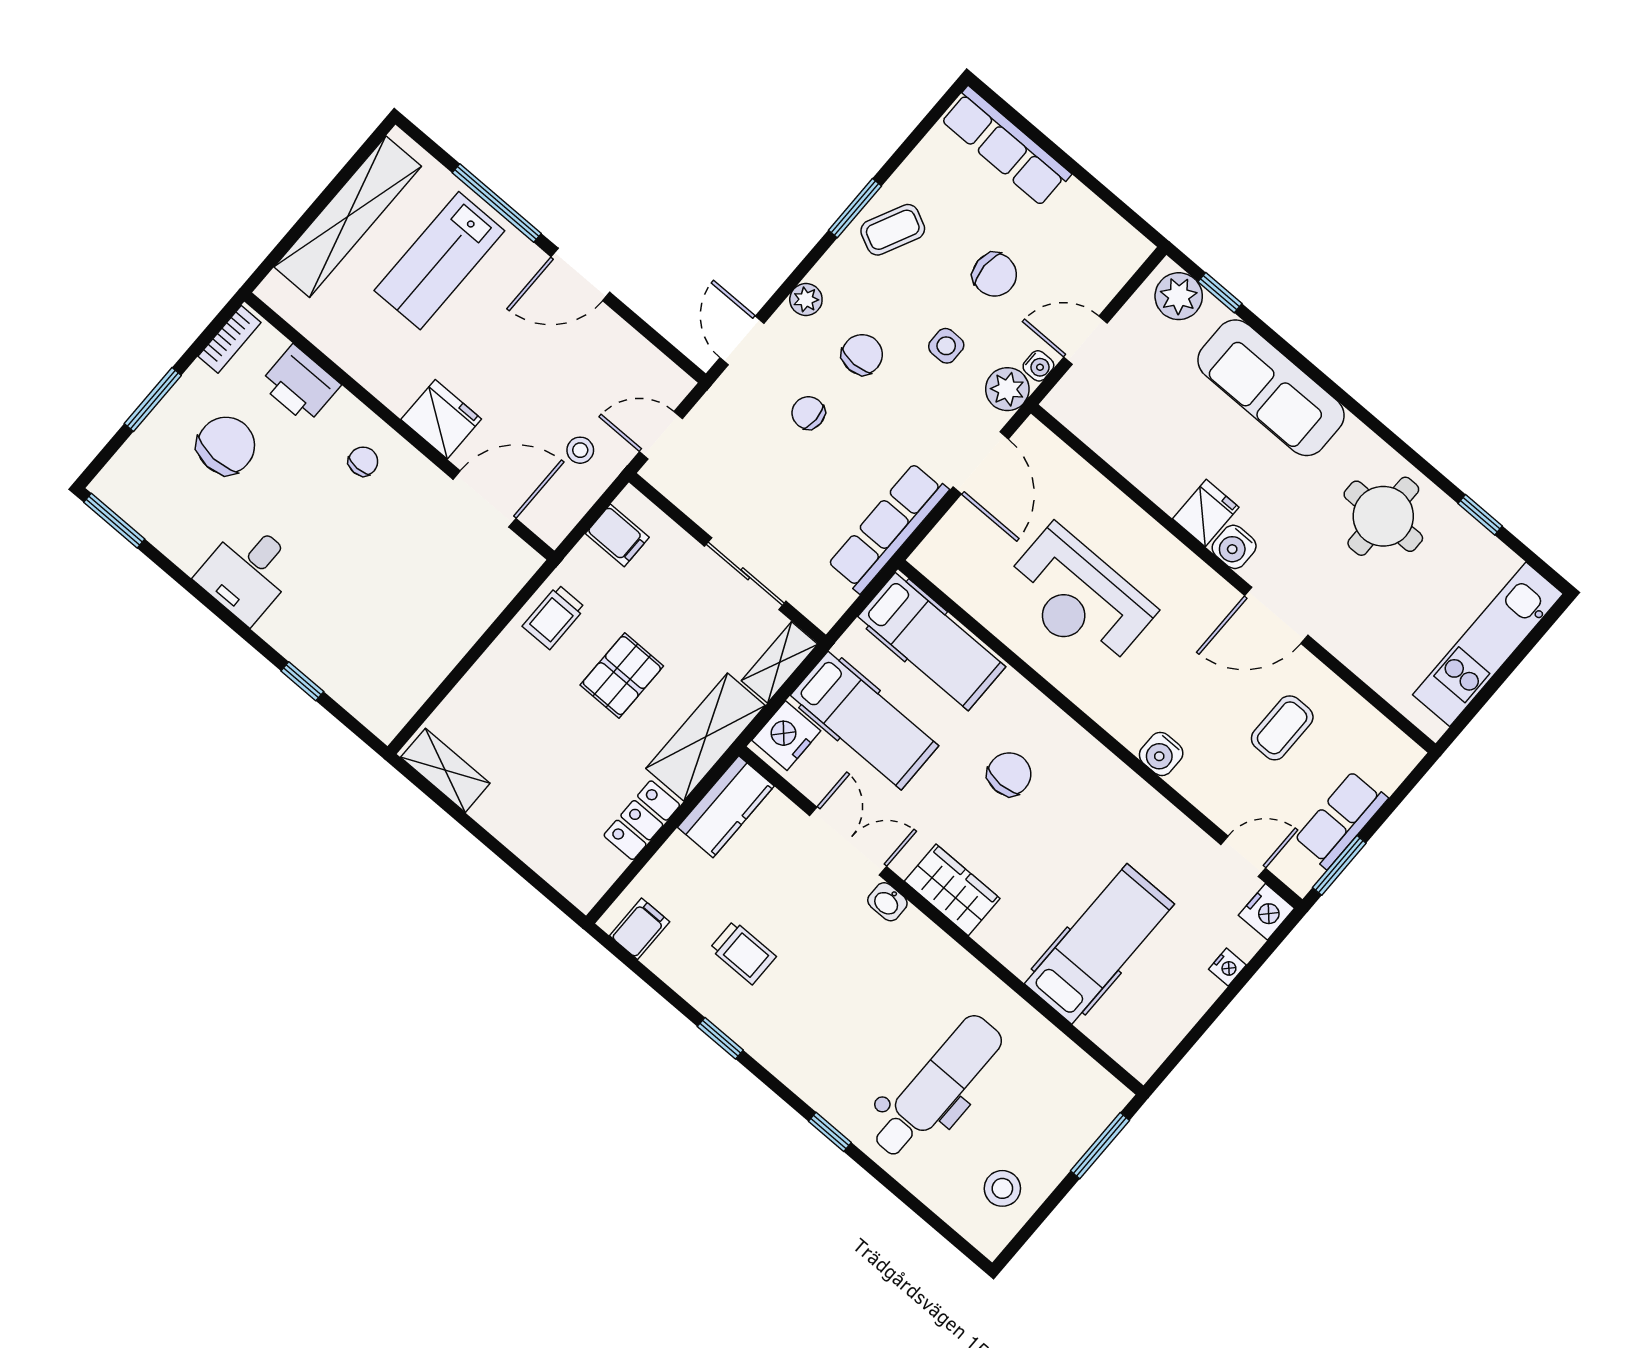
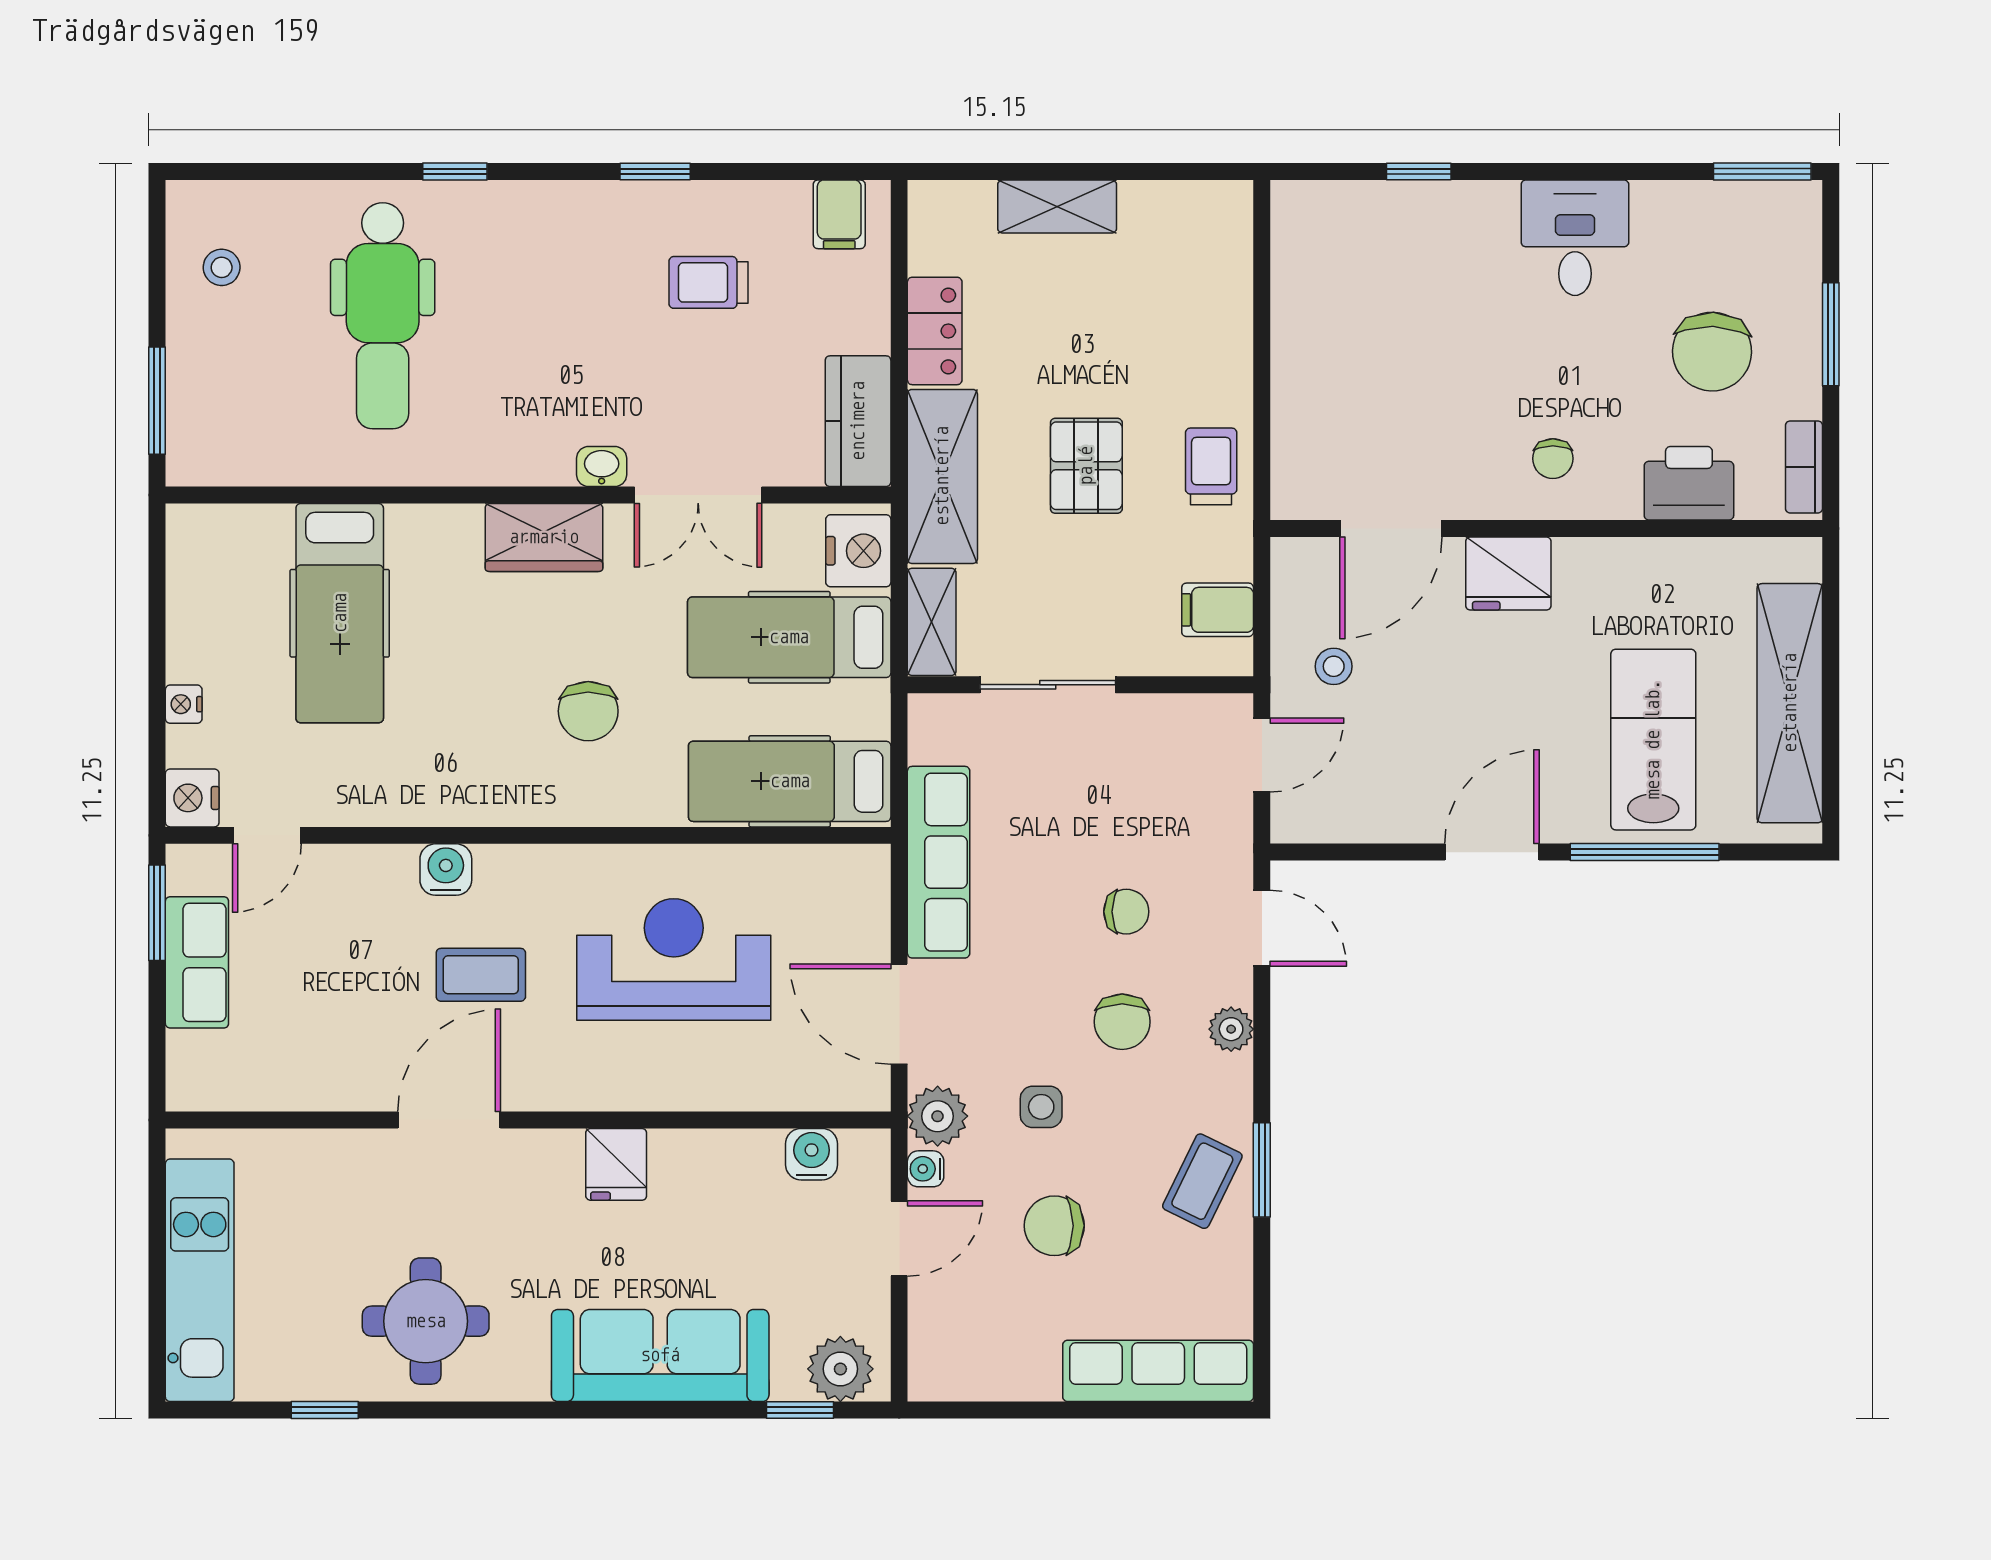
water cooler: (1234, 547) -> (812, 1154), moved
coffee table: (1282, 728) -> (481, 975), moved, turned 90
shelving: (445, 770) -> (1057, 206), moved
stool: (1002, 1188) -> (222, 267), width x0.73, depth x0.73

